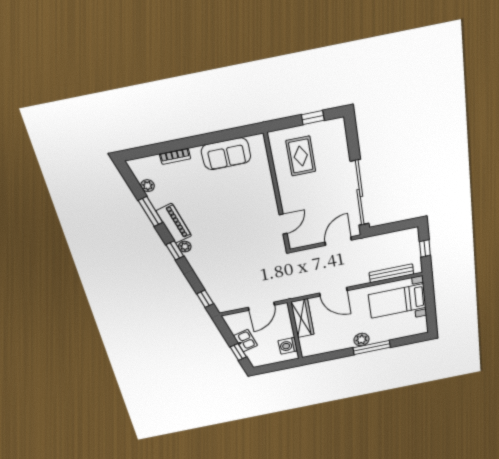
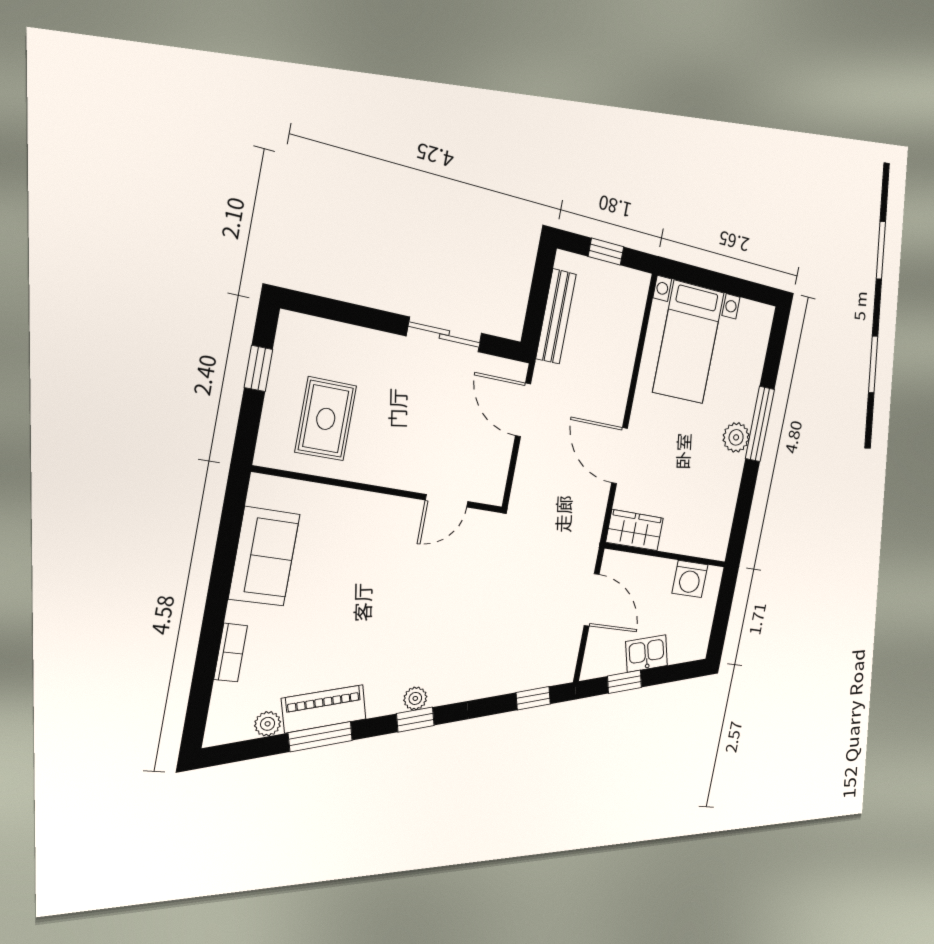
rug: (301, 156) -> (326, 419), turned 90
sliding door: (360, 193) -> (444, 335), width x0.54
piano: (174, 223) -> (324, 709), moved
door: (283, 224) -> (447, 501), swing flipped
bench: (391, 273) -> (556, 316), moved
door: (333, 292) -> (620, 456), swing flipped
wardrobe: (302, 318) -> (635, 530), width x0.67
window: (238, 352) -> (624, 682), moved

